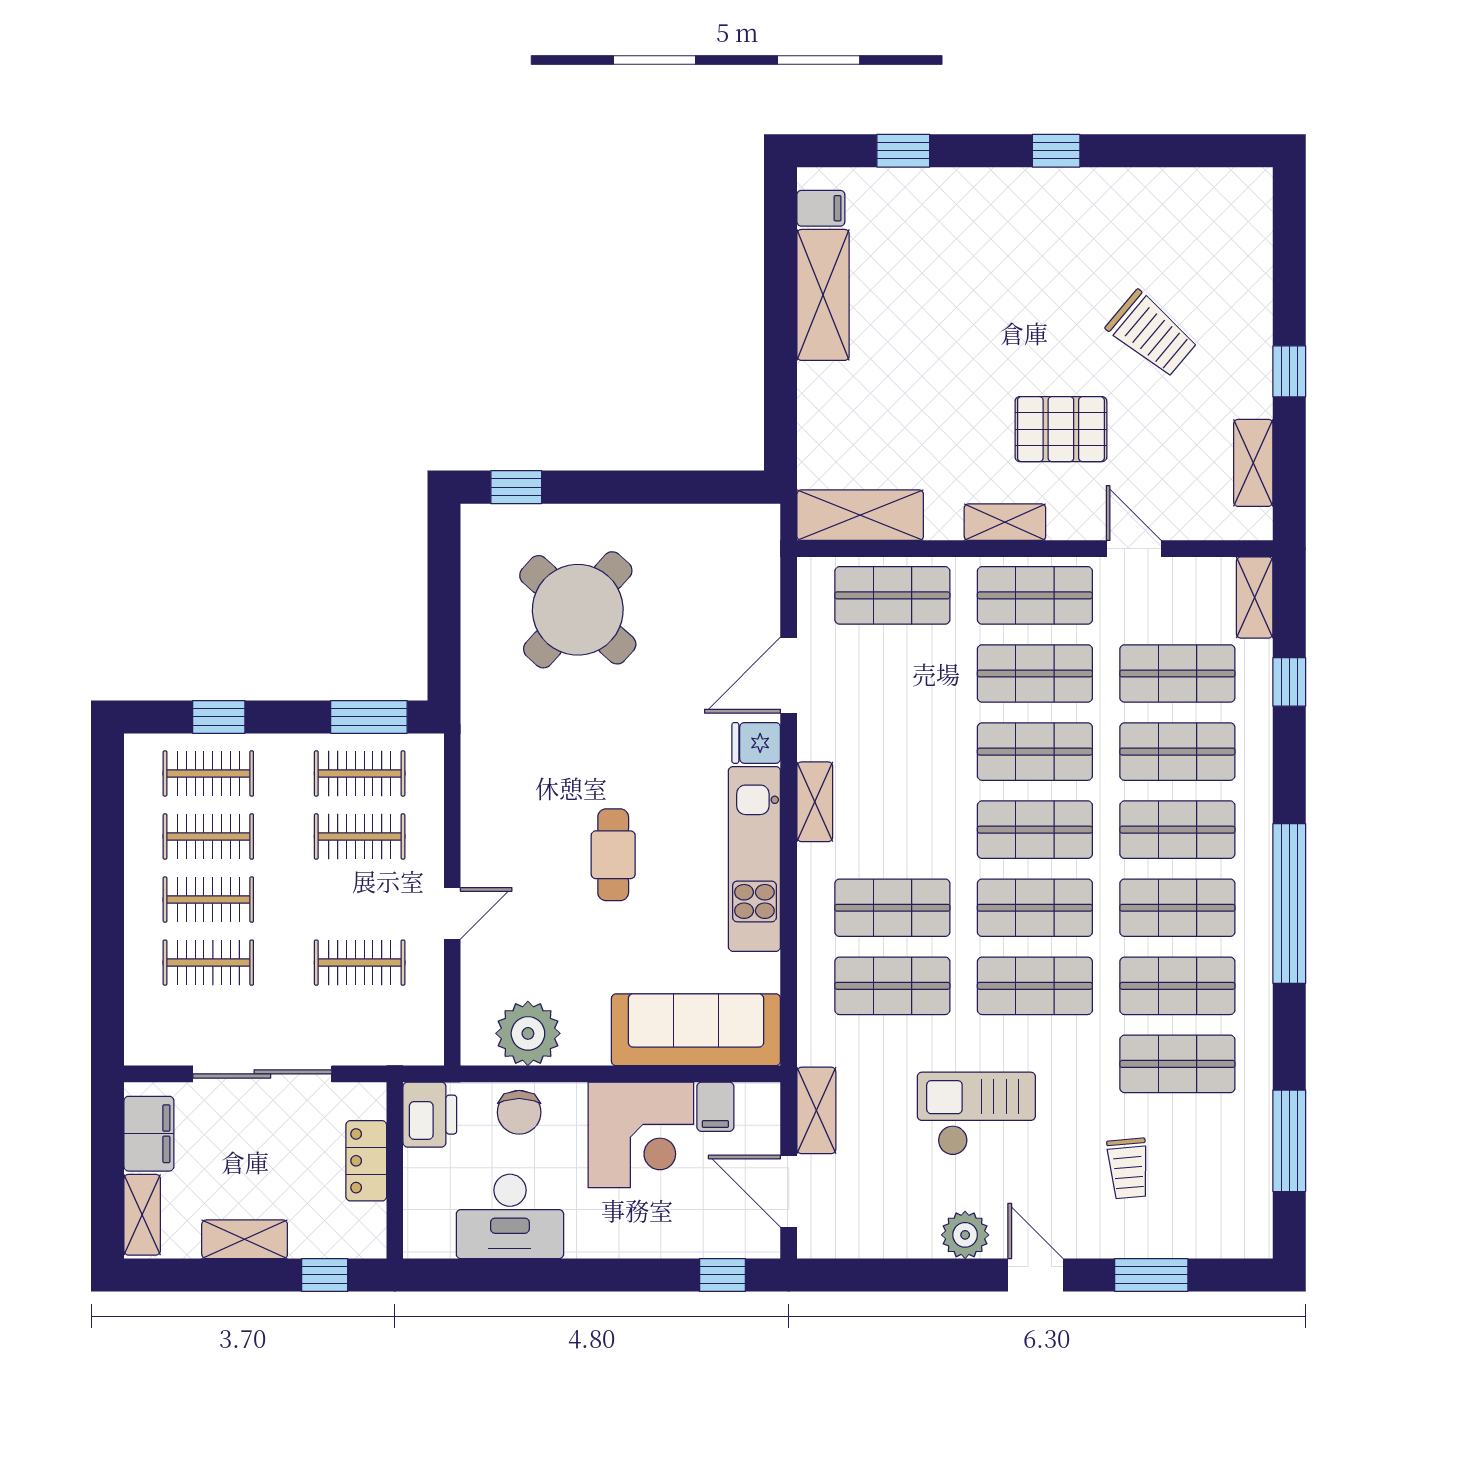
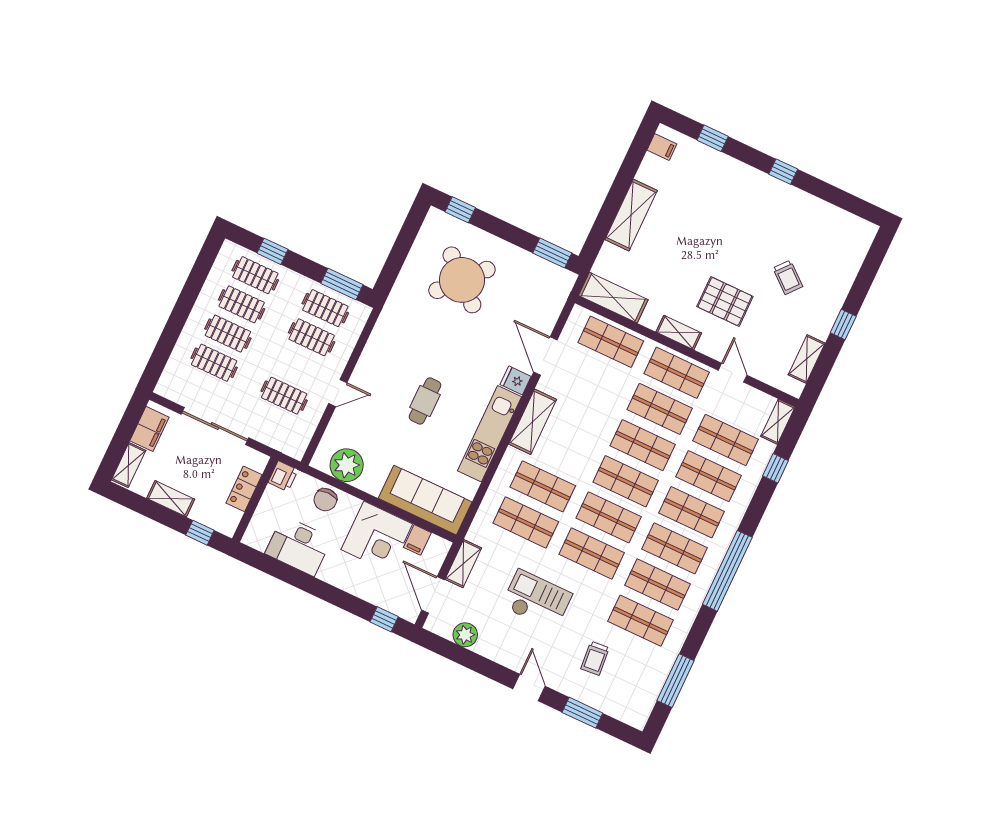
shelving: (823, 295) -> (631, 215), moved
trolley: (1152, 334) -> (788, 277), width x0.73, depth x0.72
window: (715, 487) -> (552, 253), added
door: (789, 675) -> (545, 356), hinge flipped
shelving: (815, 802) -> (533, 422), width x1.50, depth x1.33
printer: (430, 1115) -> (283, 476), width x0.73, depth x0.81
plant: (965, 1235) -> (465, 635), moved

